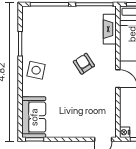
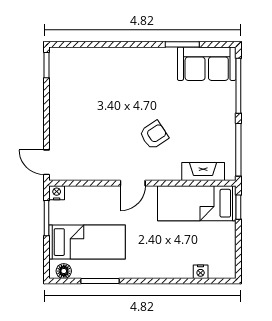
side table: (36, 70) -> (145, 67), removed
sofa: (34, 117) -> (207, 64), moved

